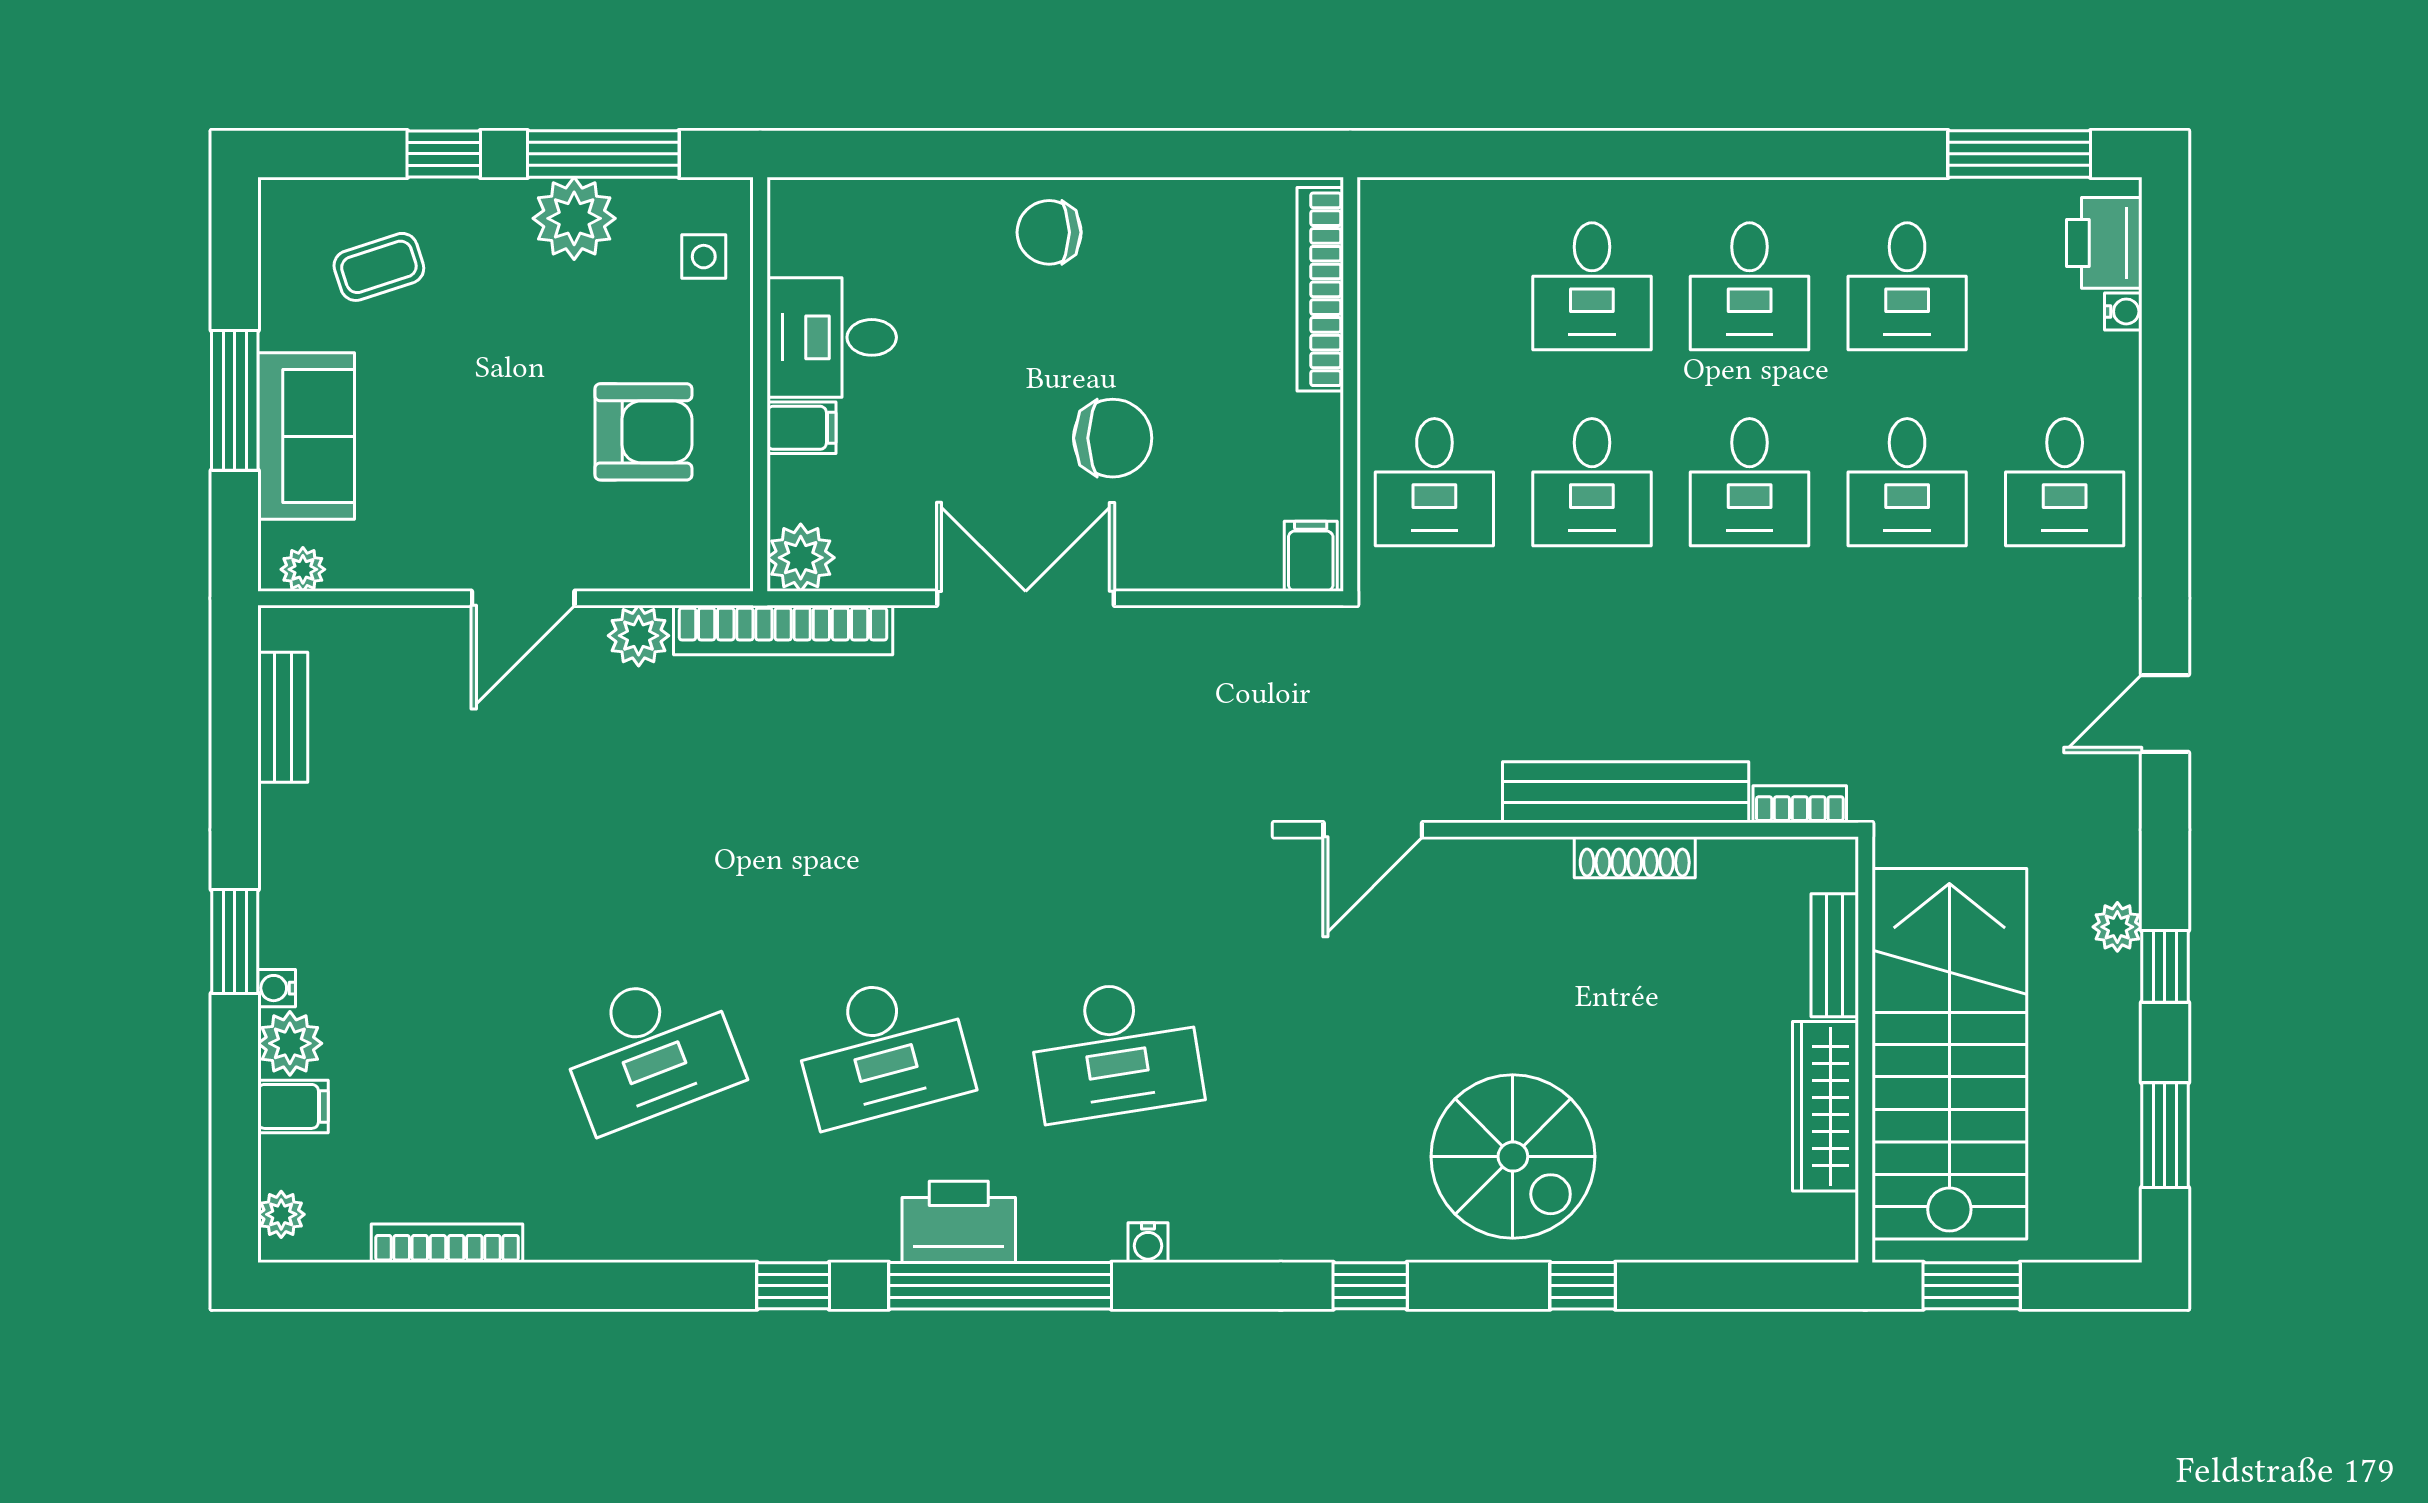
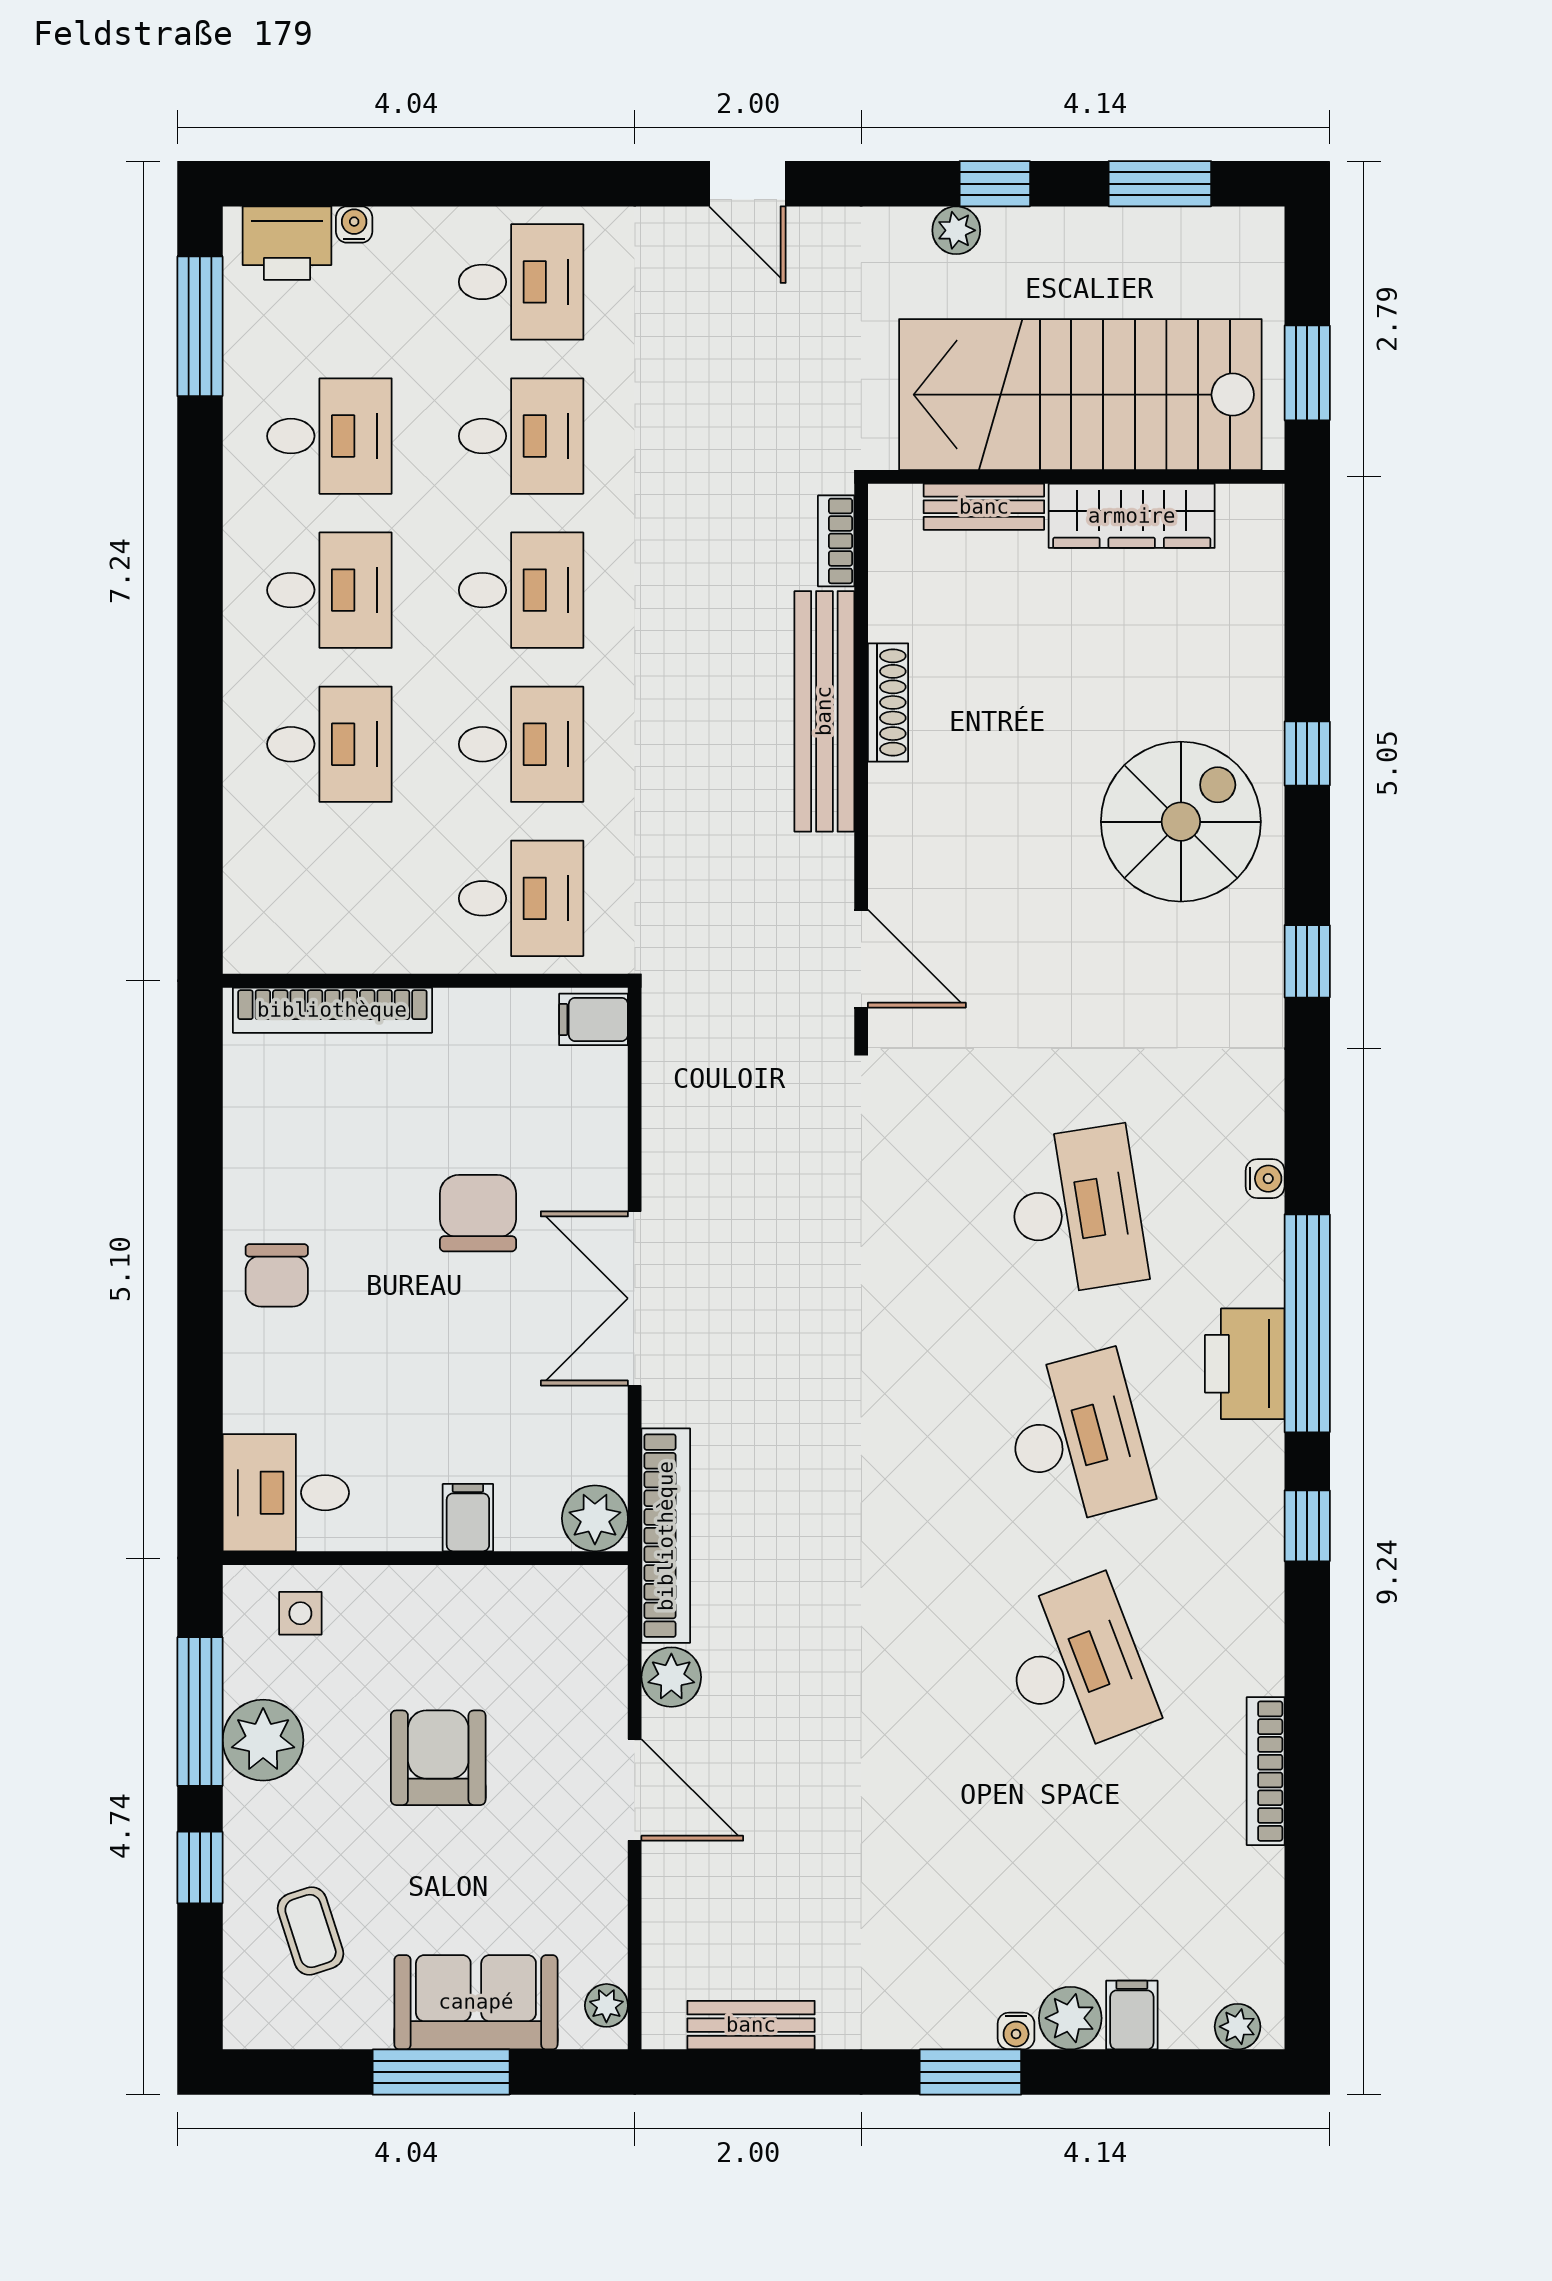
desk: (832, 337) -> (286, 1493), moved, turned 90
armchair: (643, 432) -> (438, 1758), moved
bookcase: (447, 1243) -> (1266, 1771), moved

